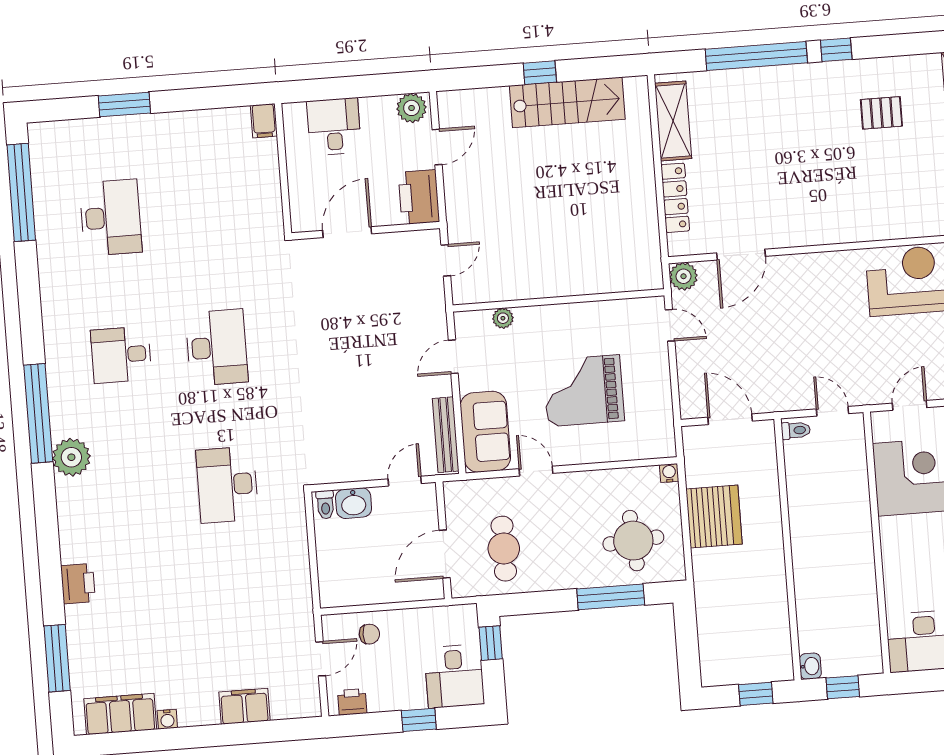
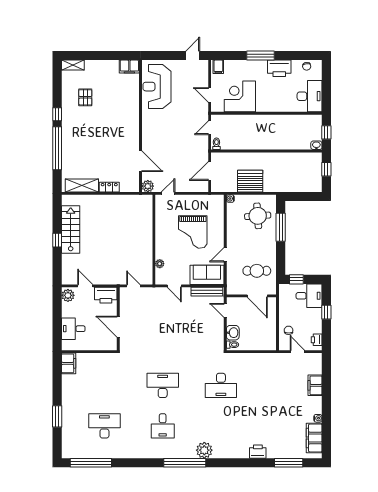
filing cabinet: (264, 121) -> (69, 363), width x2.00
locker: (675, 198) -> (109, 187), width x0.66

